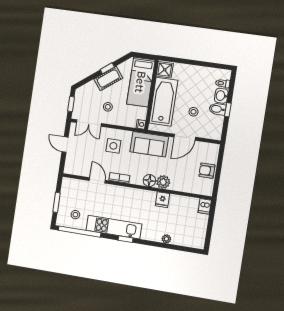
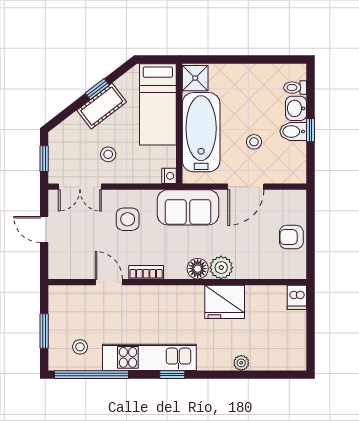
fridge: (162, 200) -> (225, 302), width x1.88, depth x1.34

